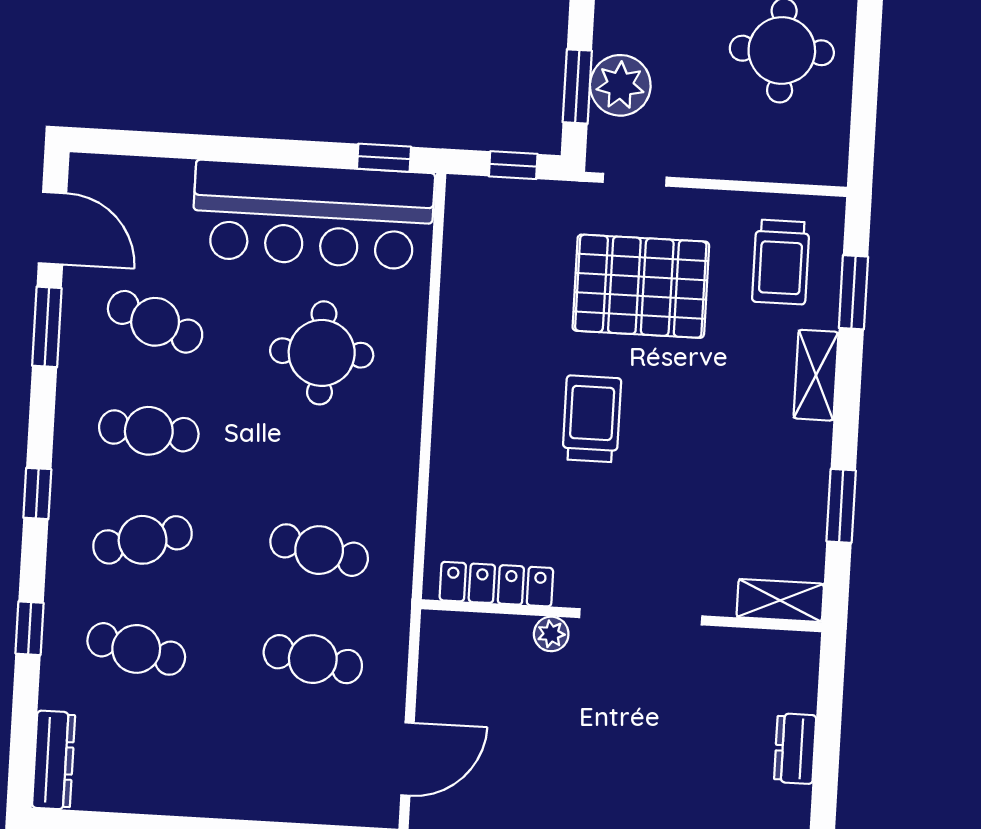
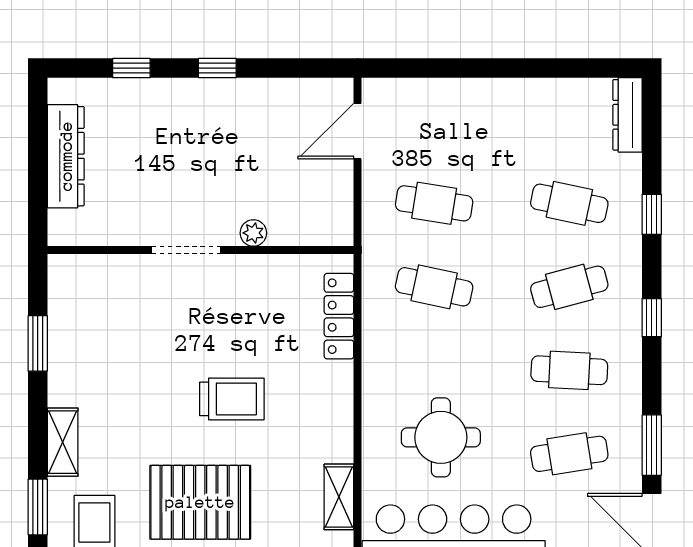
cafe table: (155, 322) -> (569, 454), turned -30
trolley: (592, 419) -> (232, 399), turned -90
locker: (496, 584) -> (339, 316), moved, turned 90
shelving: (780, 600) -> (339, 497), moved, turned 90
doorway: (641, 617) -> (186, 250), width x0.73
dresser: (795, 749) -> (66, 156), width x1.96, depth x1.24

